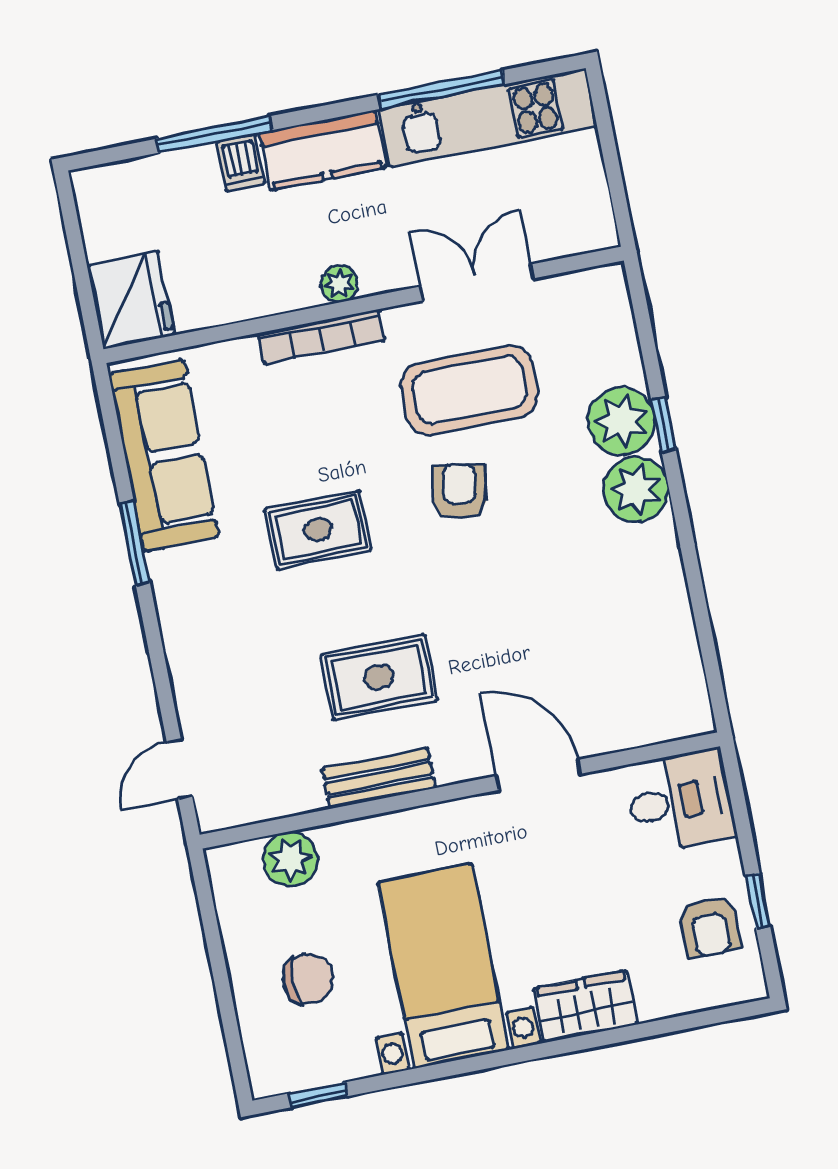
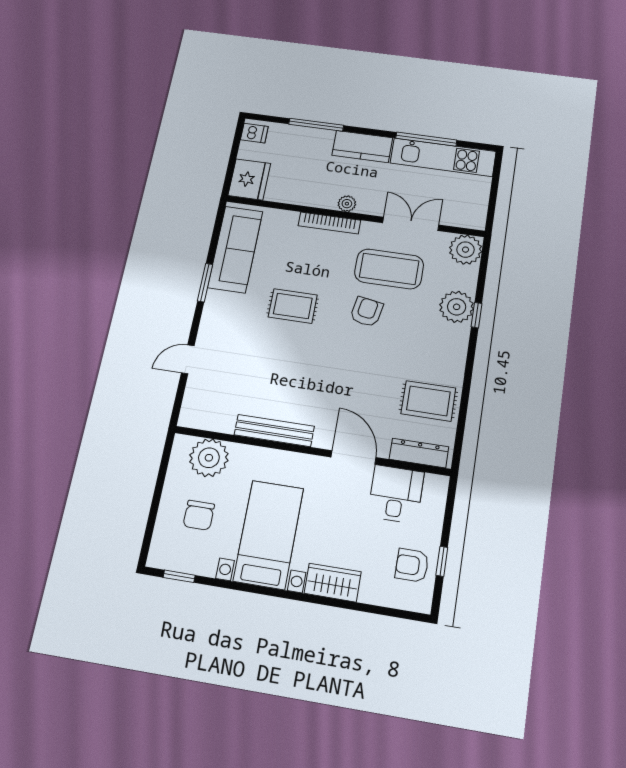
dishwasher: (241, 163) -> (254, 133), moved, turned -90
plant: (636, 489) -> (466, 250), moved
rug: (379, 677) -> (428, 401), moved
dresser: (651, 724) -> (419, 453), added
door: (179, 769) -> (188, 359), moved
bench: (379, 778) -> (274, 430), width x1.36
desk: (680, 801) -> (396, 494), moved, turned -90
plant: (290, 859) -> (209, 458), width x1.36, depth x1.36
armchair: (709, 927) -> (412, 565), turned 90
chair: (308, 979) -> (199, 515), turned 90

